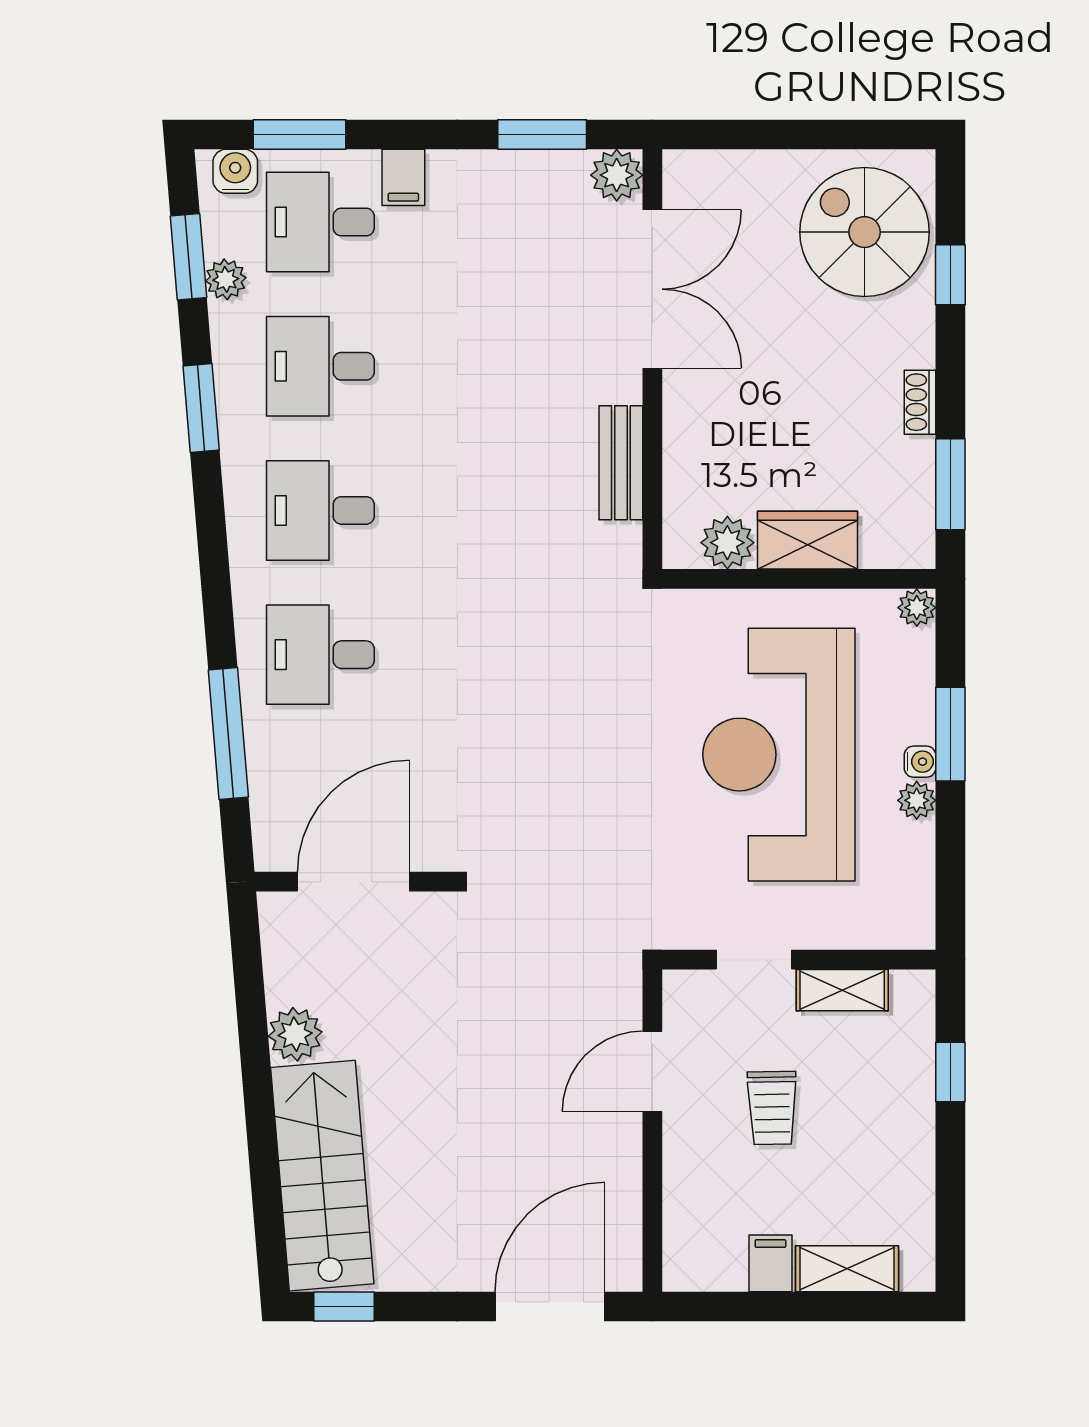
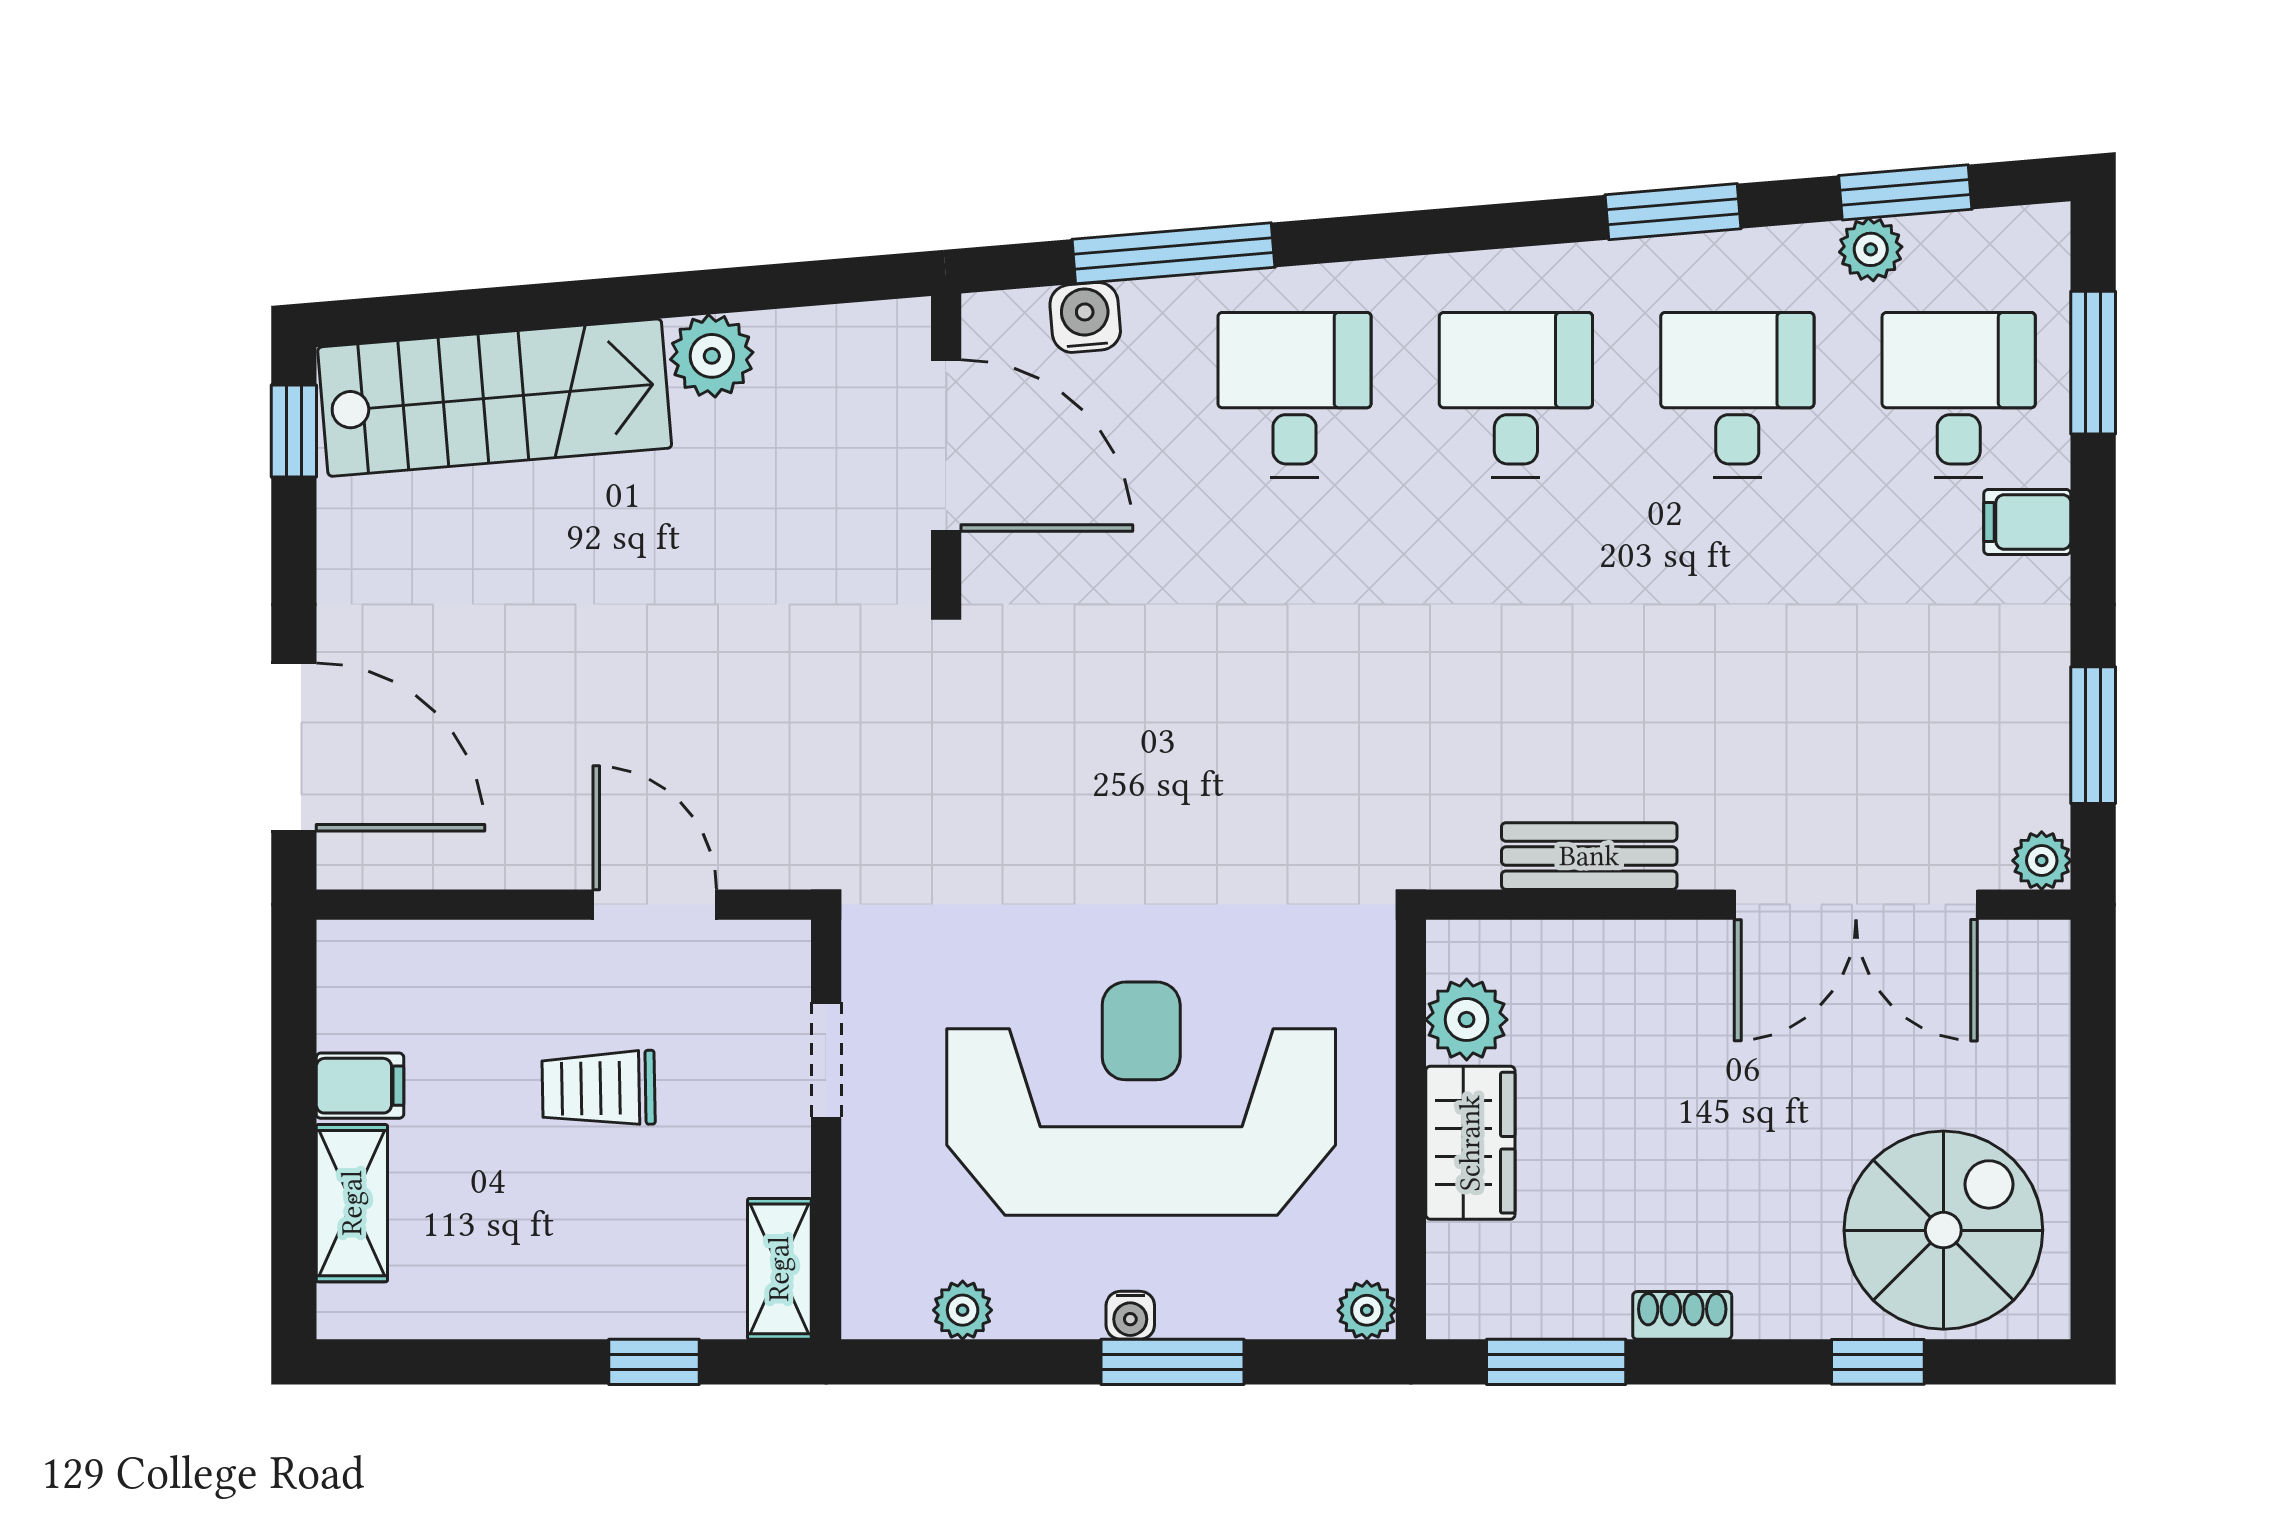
water cooler: (235, 171) -> (1085, 317), moved, turned -95
plant: (617, 175) -> (2042, 861), width x0.73, depth x0.73
plant: (917, 800) -> (963, 1310), moved
shelving: (842, 990) -> (779, 1269), moved

